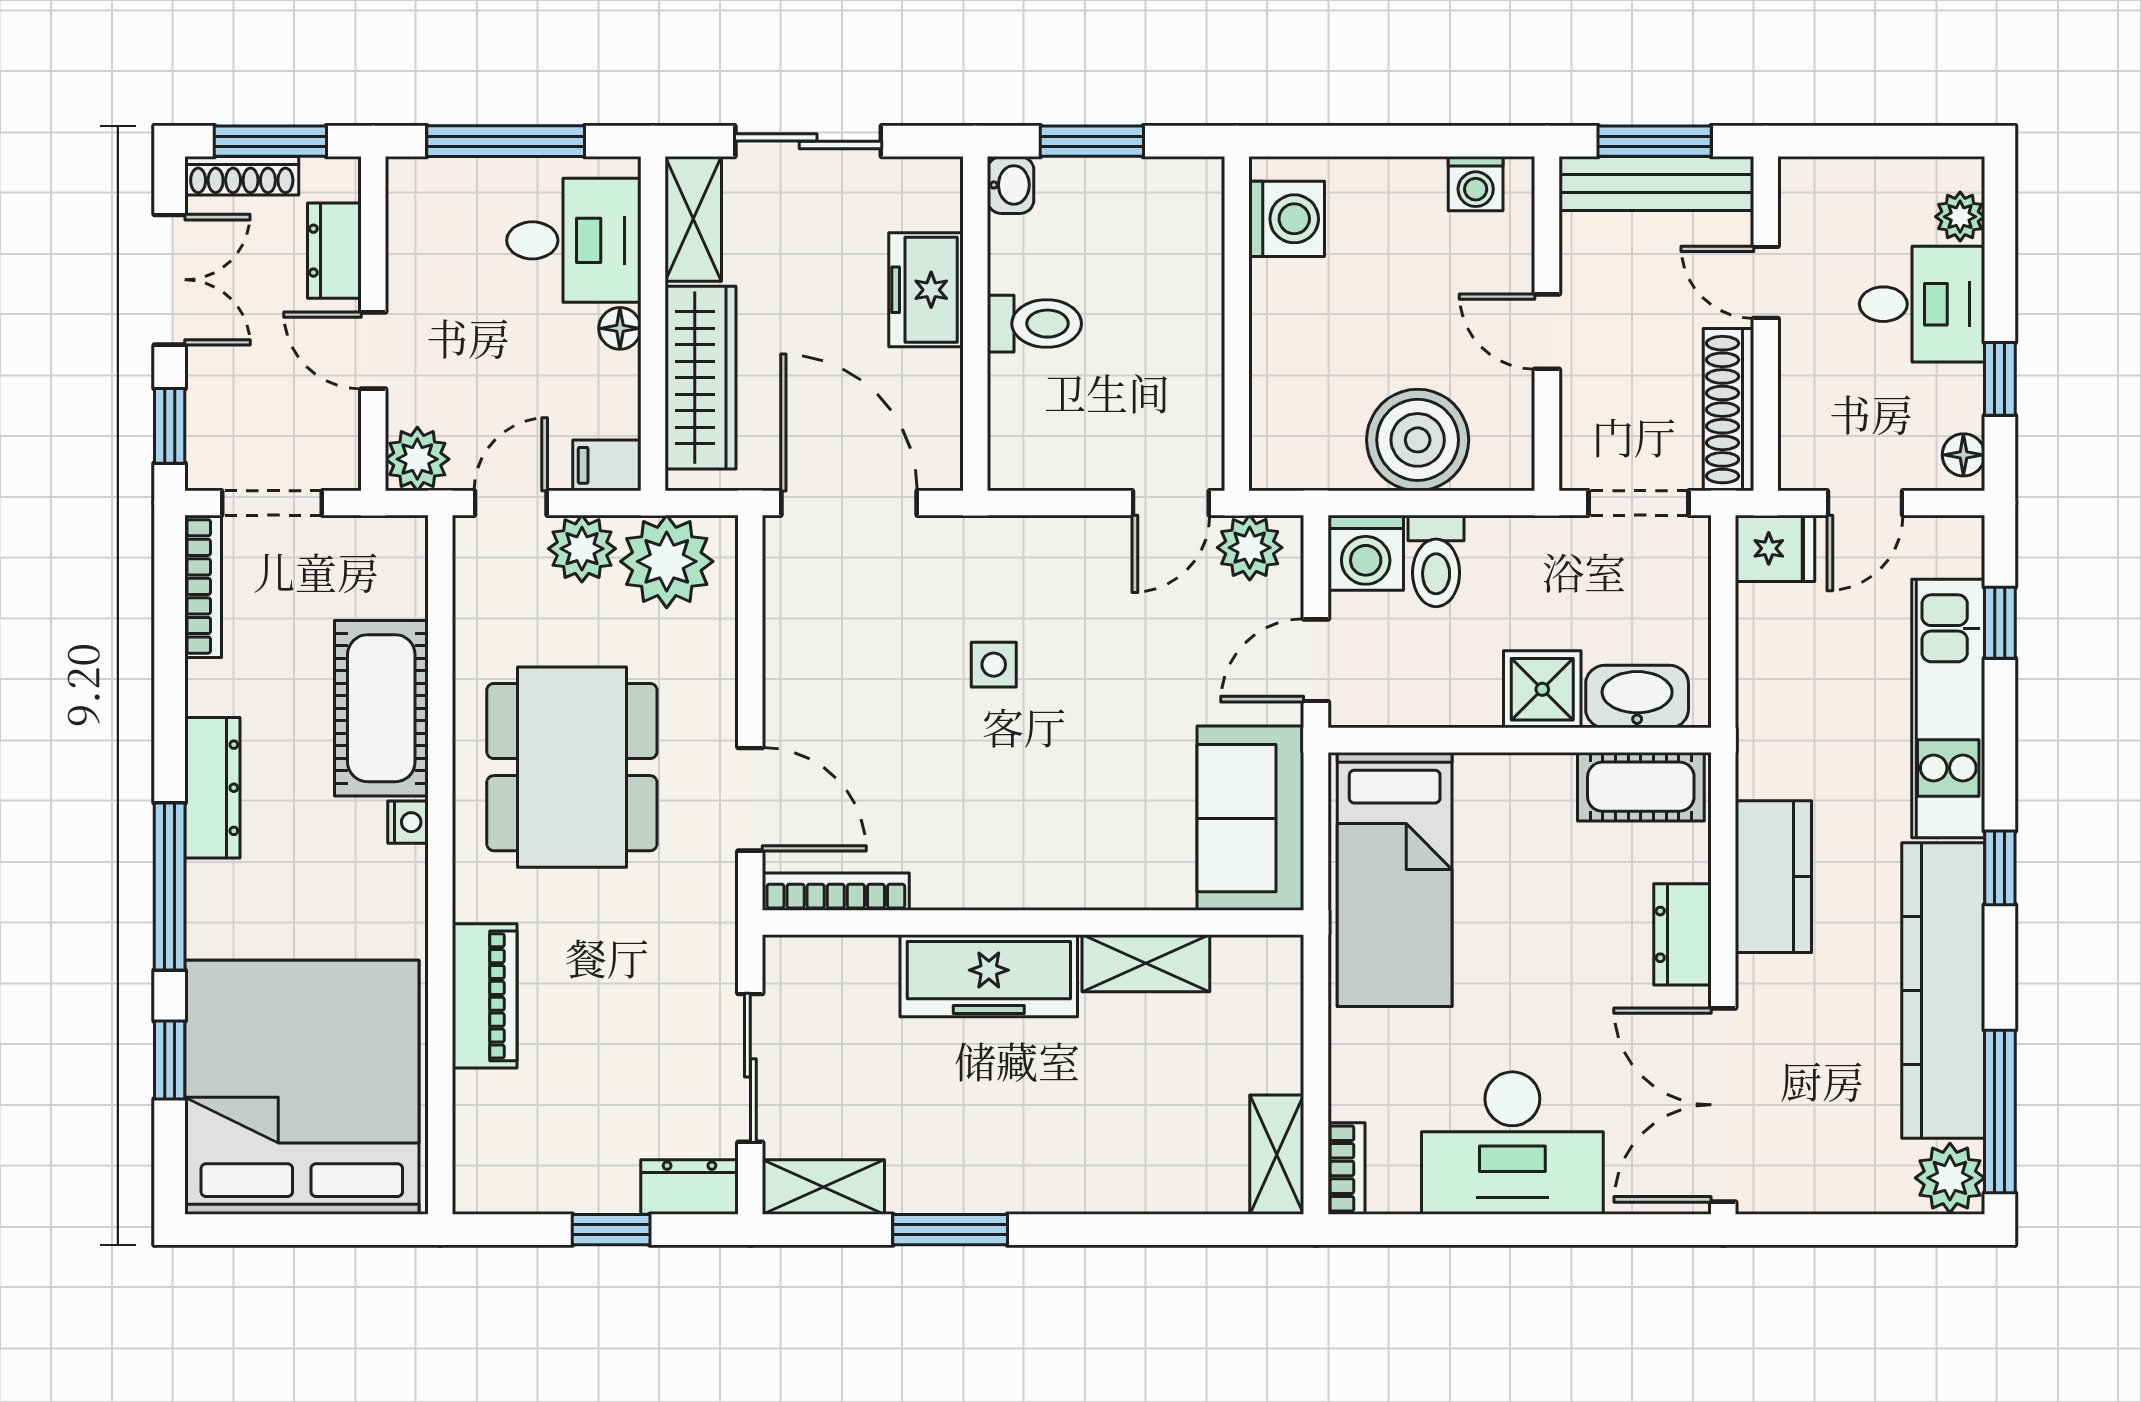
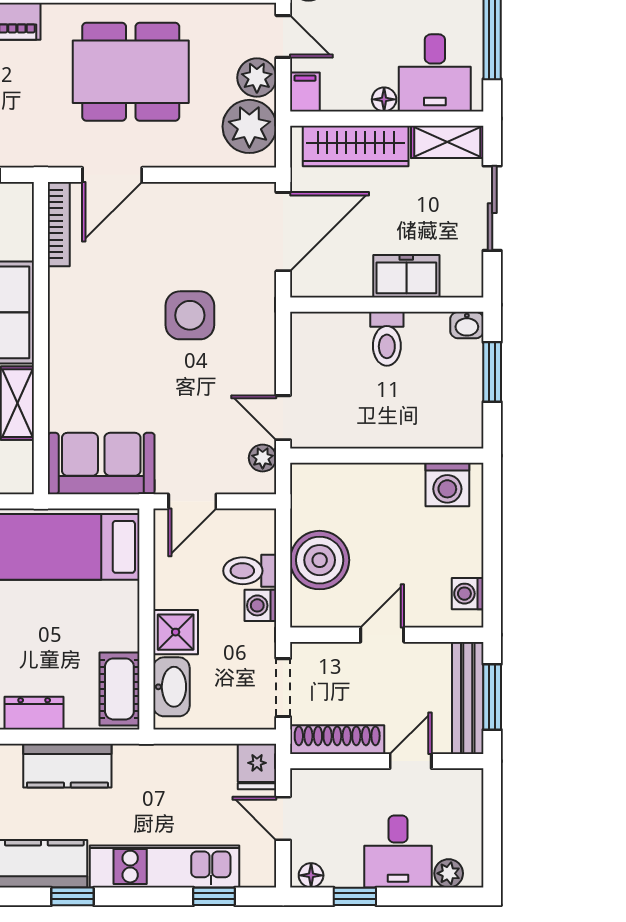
plant: (1250, 548) -> (263, 458), width x0.73, depth x0.73
washing machine: (1366, 553) -> (260, 605), moved, width x0.73, depth x0.73
door: (1316, 660) -> (192, 501), swing flipped
side table: (994, 665) -> (190, 315), width x1.87, depth x1.87

